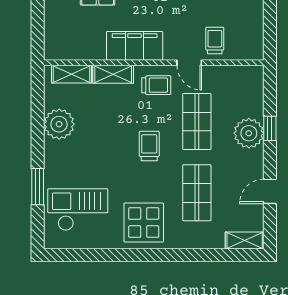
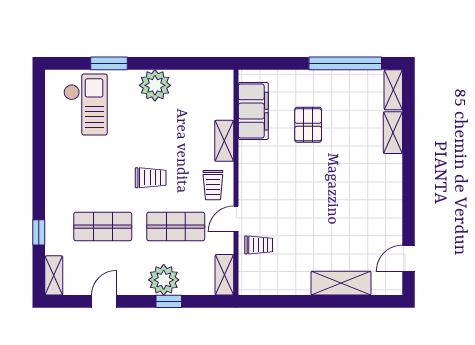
filing cabinet: (135, 46) -> (253, 111), moved
shelving: (71, 74) -> (224, 275), moved
plant: (59, 124) -> (155, 85), moved
door: (270, 191) -> (104, 301), hinge flipped
display table: (144, 223) -> (72, 172), removed
window: (202, 255) -> (39, 232), added

